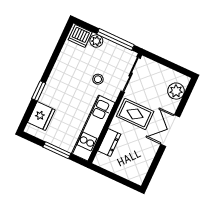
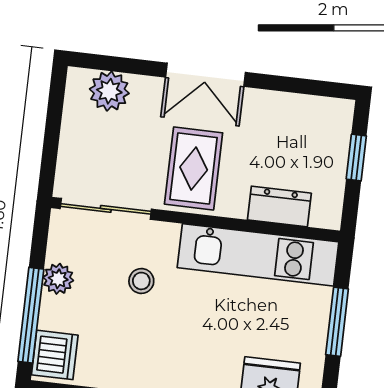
window: (116, 39) -> (31, 315), moved
plant: (96, 41) -> (58, 279), moved
window: (119, 179) -> (356, 157), added

